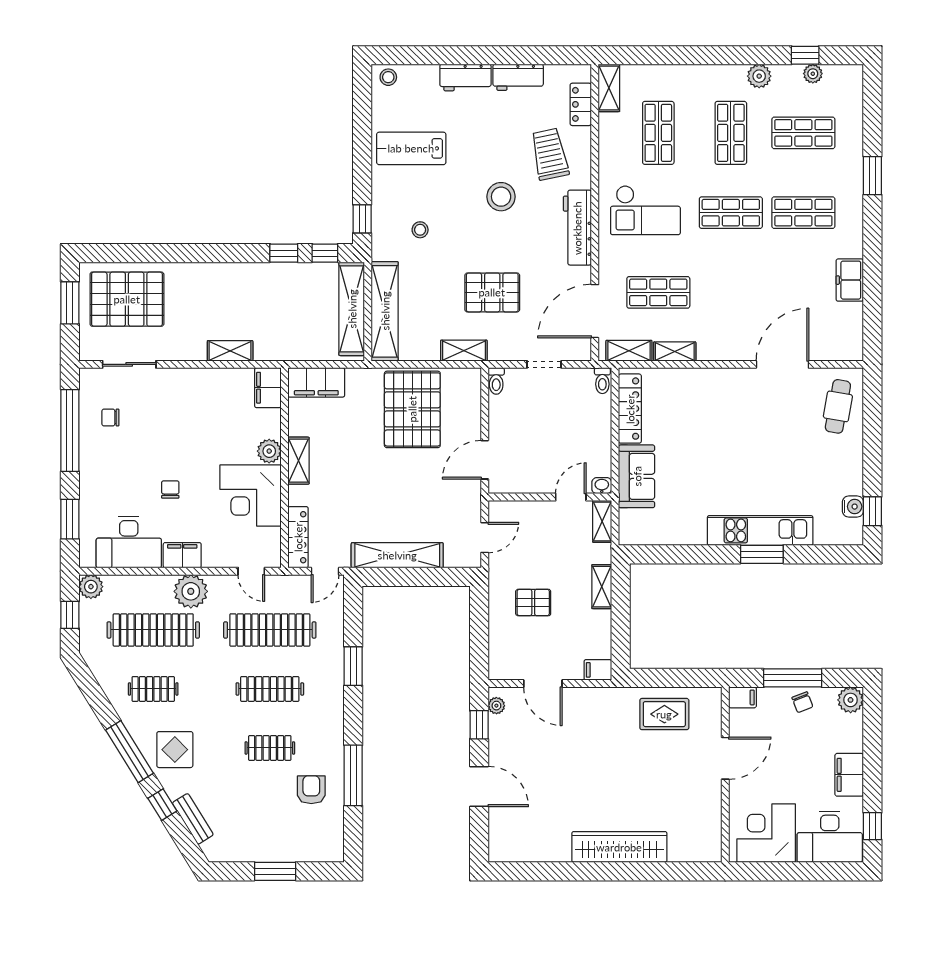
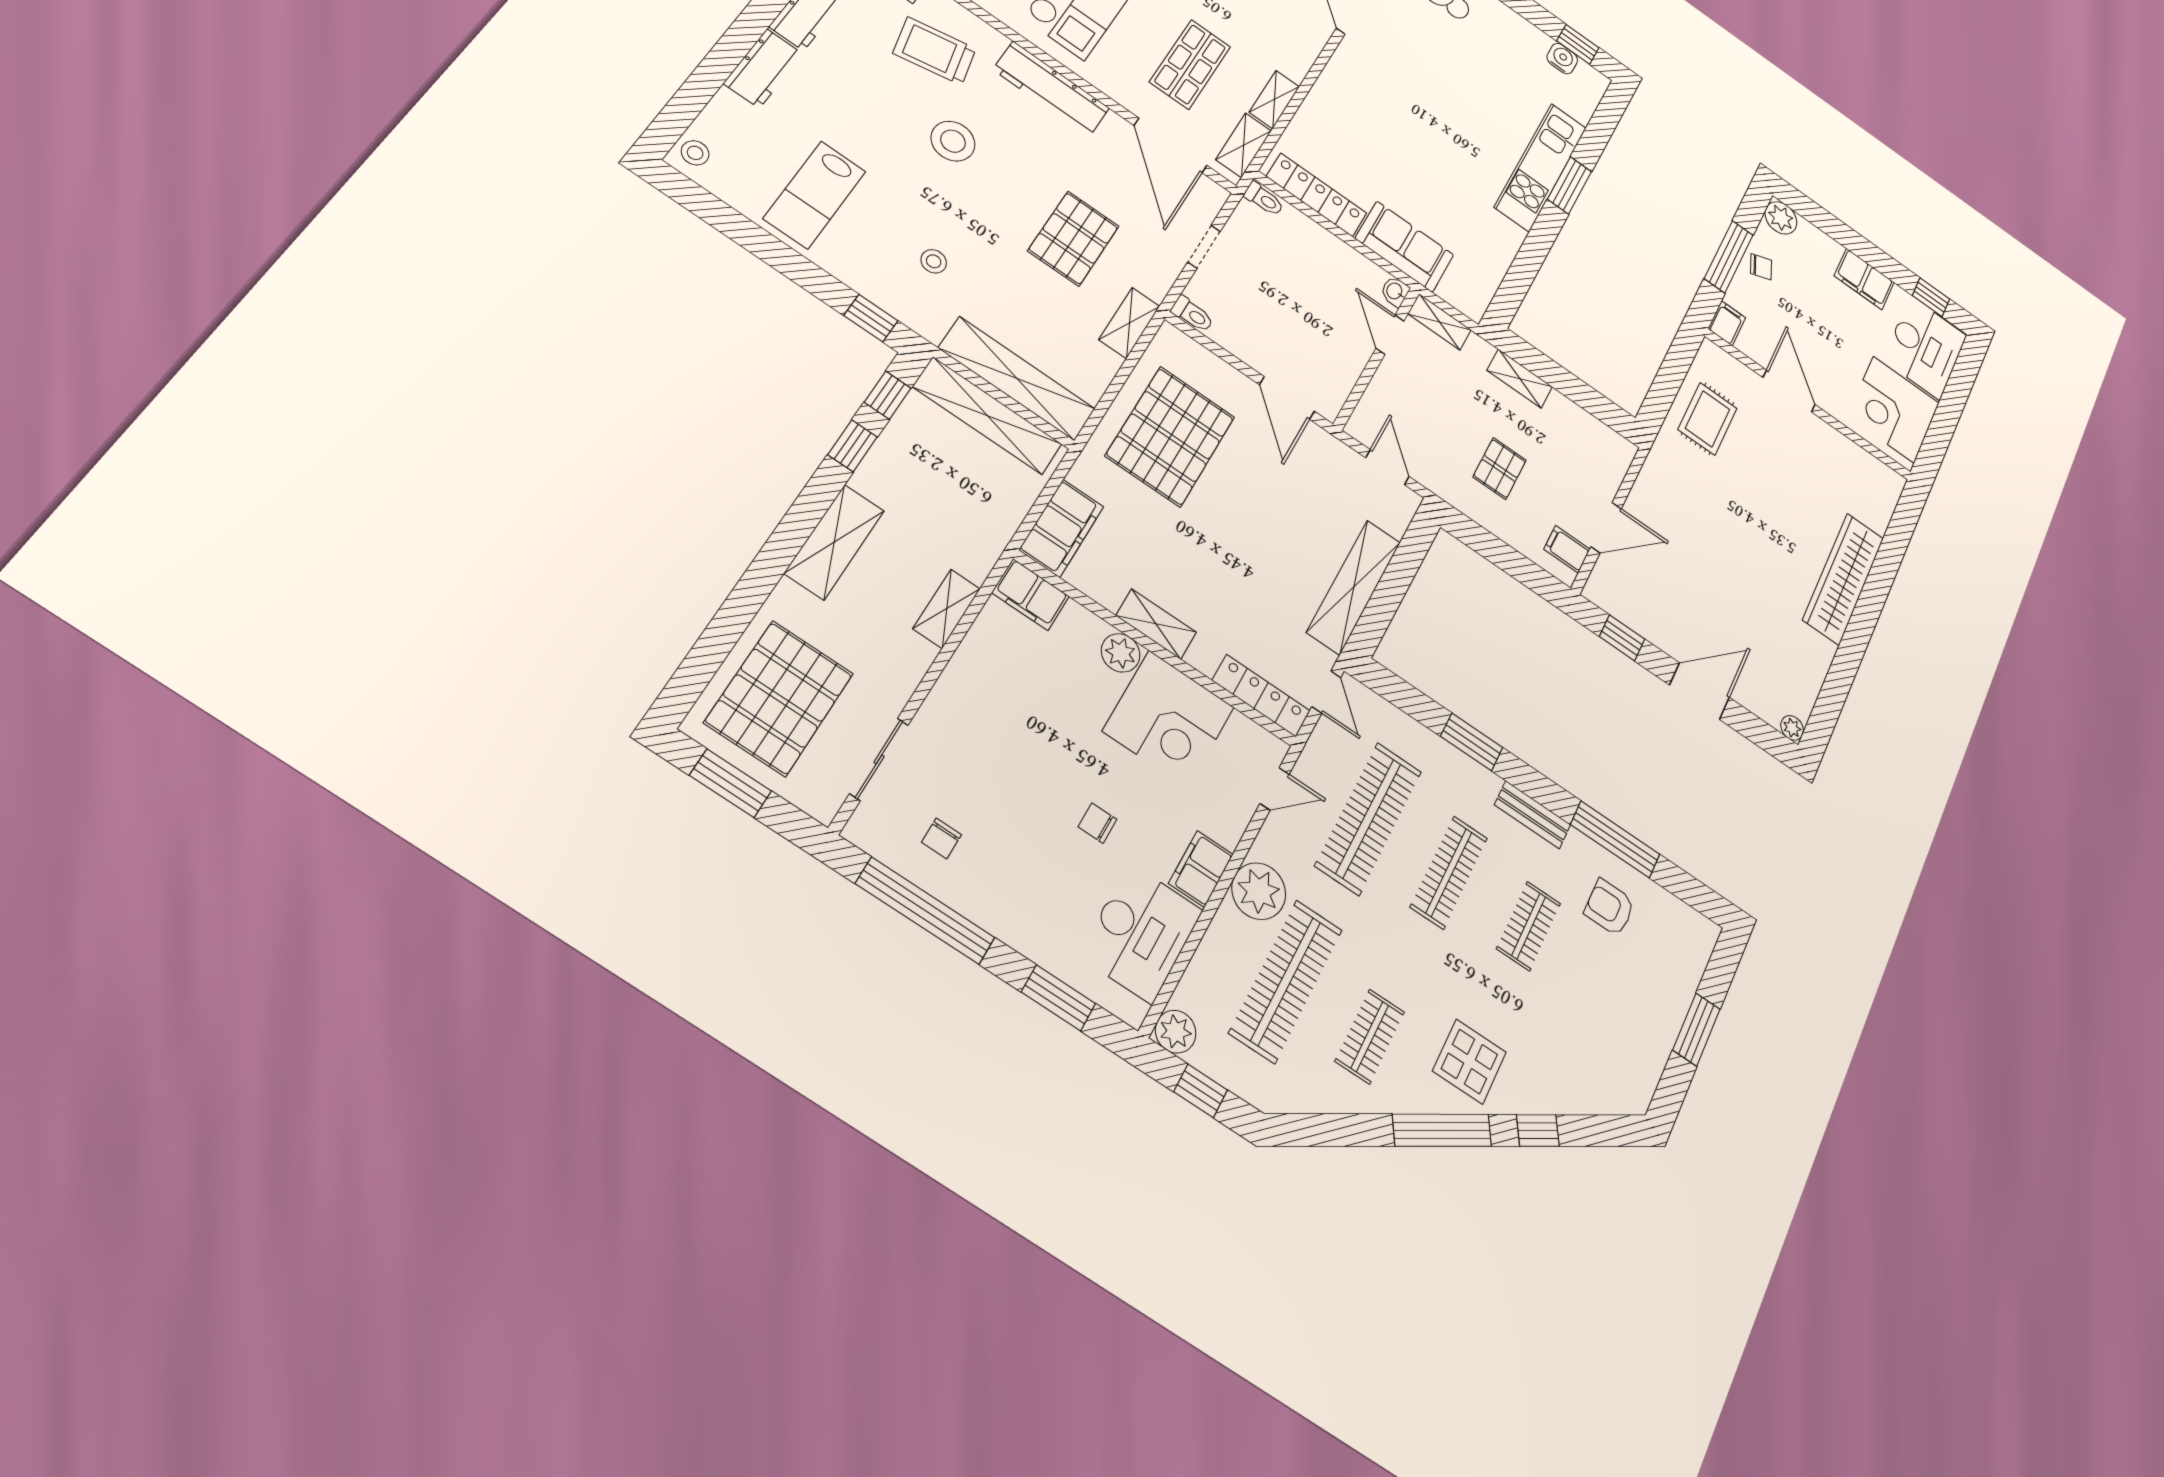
shelving: (226, 276) -> (834, 542), added
pallet: (412, 409) -> (1170, 436), turned 90
filing cabinet: (598, 670) -> (1567, 549), moved, turned 90
plant: (496, 706) -> (1792, 728), moved
bench: (193, 819) -> (1532, 815), moved, turned 32

